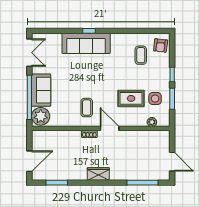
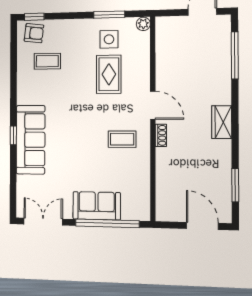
window: (172, 74) -> (34, 17), moved
plant: (41, 116) -> (135, 207), removed
plant: (152, 122) -> (143, 24), moved
door: (110, 128) -> (153, 105), swing flipped

